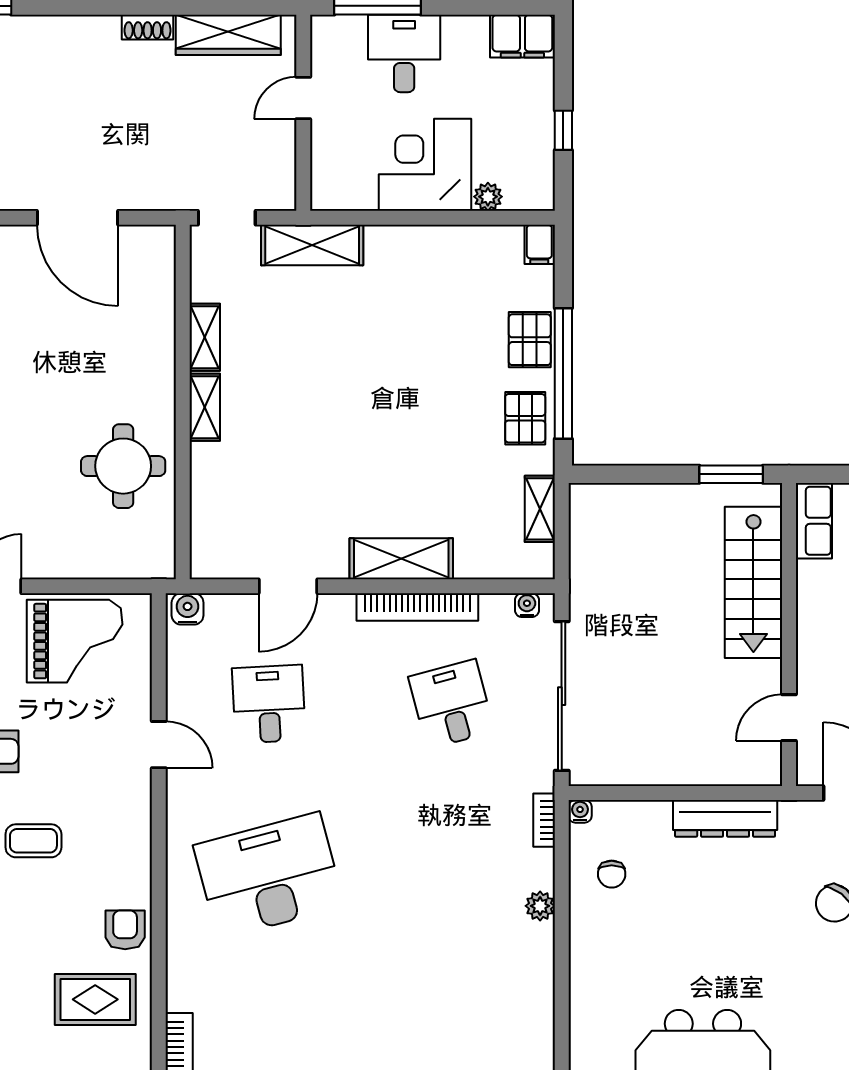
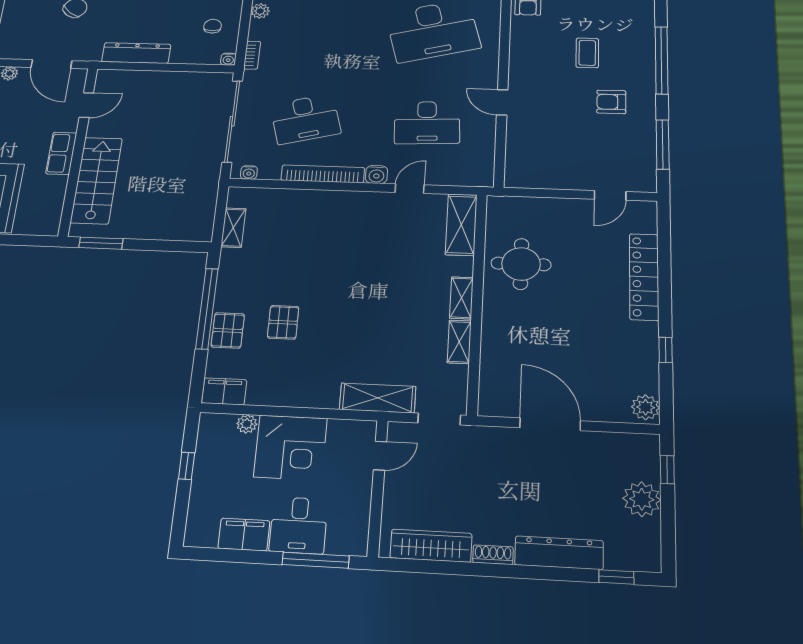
dresser: (63, 35) -> (559, 553), added
filing cabinet: (522, 36) -> (244, 535), moved
door: (303, 98) -> (380, 456), moved
filing cabinet: (539, 244) -> (224, 391), width x2.00
pallet: (525, 418) -> (283, 322), moved
row of seats: (814, 521) -> (61, 153), moved
shelving: (401, 559) -> (461, 225), moved, turned 90
door: (288, 586) -> (410, 189), width x0.73
water cooler: (188, 609) -> (376, 175), moved
grand piano: (75, 641) -> (558, 162), removed
desk: (269, 704) -> (427, 123), width x1.37
desk: (451, 704) -> (305, 119), width x1.37
coffee table: (33, 841) -> (587, 53), turned 90

